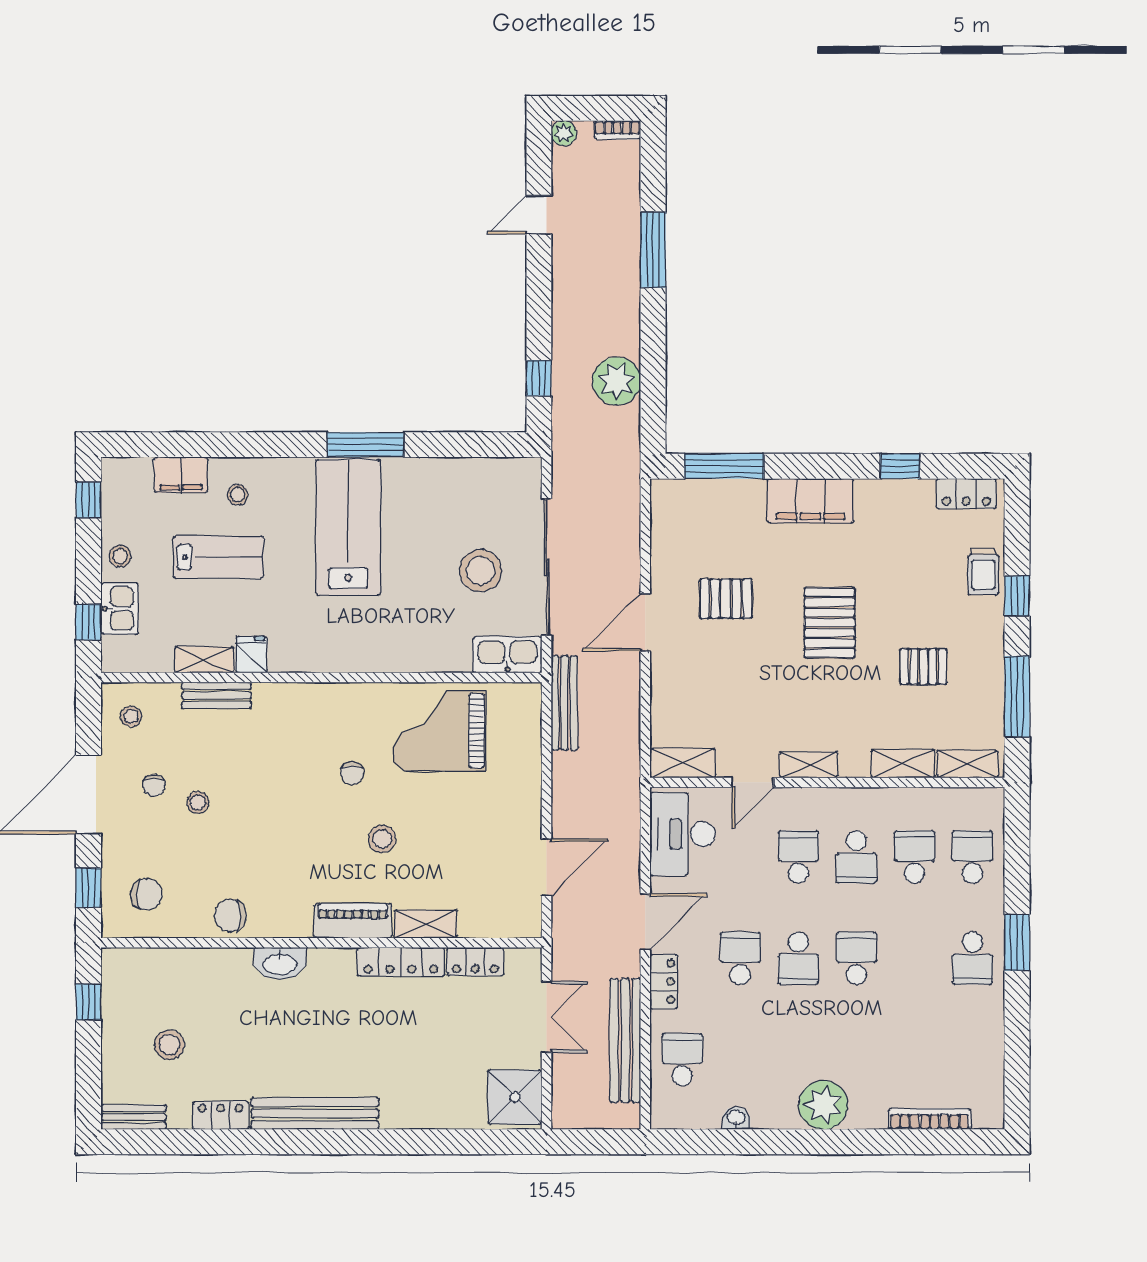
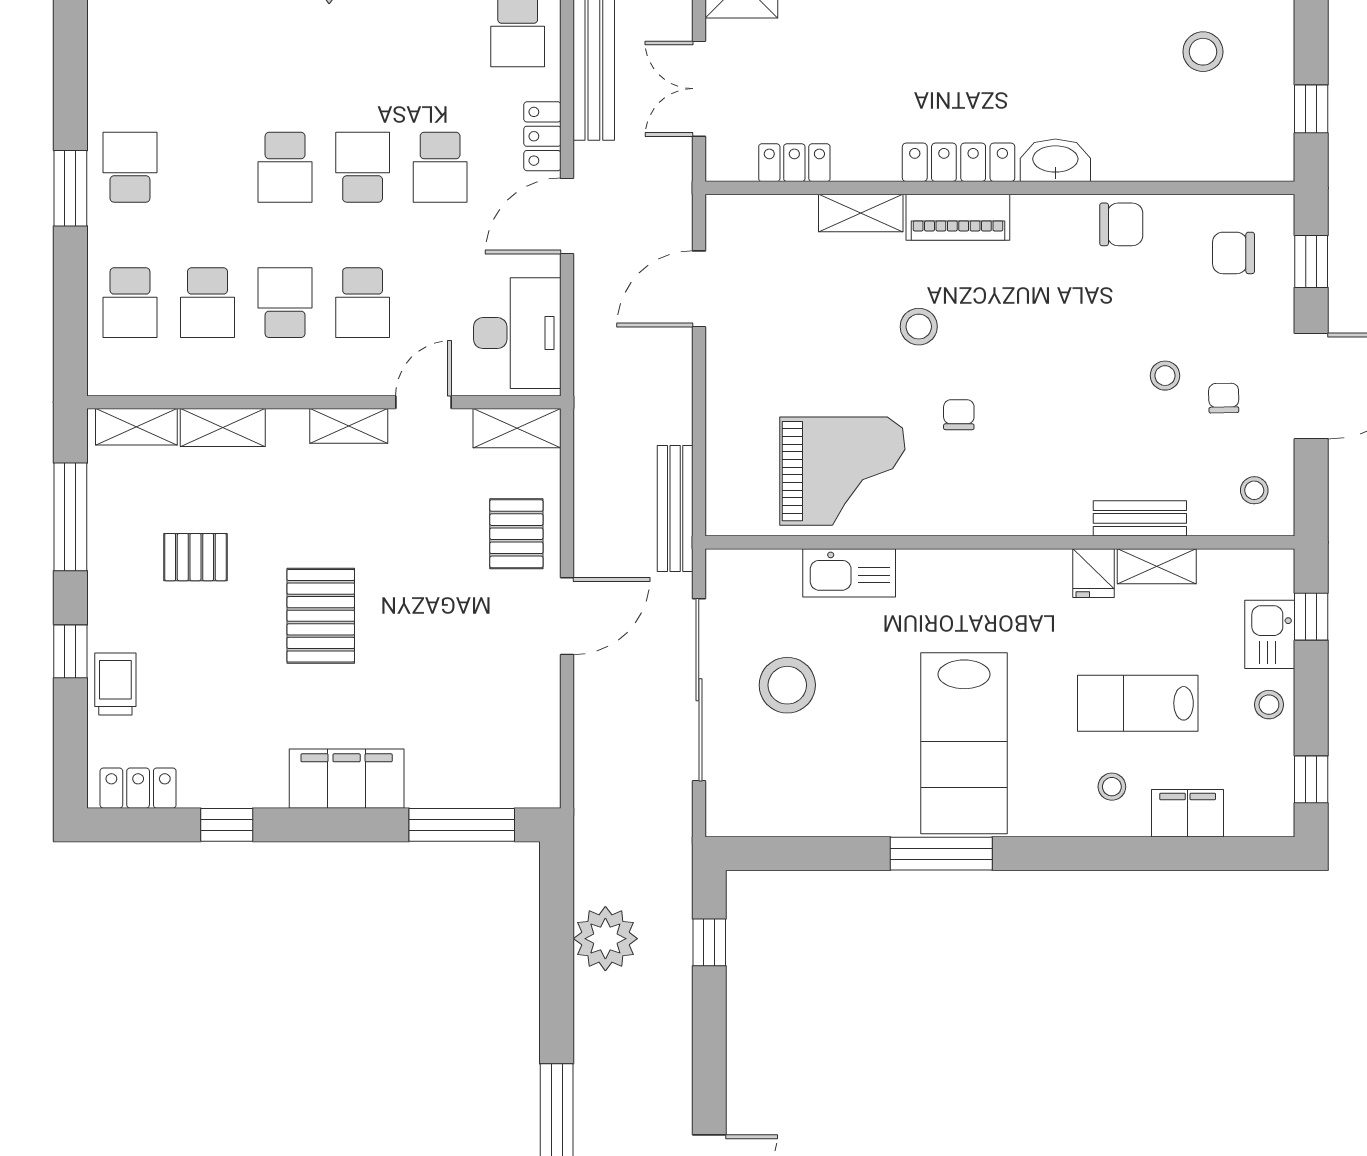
pallet: (726, 599) -> (516, 534), moved, turned 90
kitchen sink: (507, 655) -> (849, 573), moved
locker: (401, 962) -> (959, 162), moved

